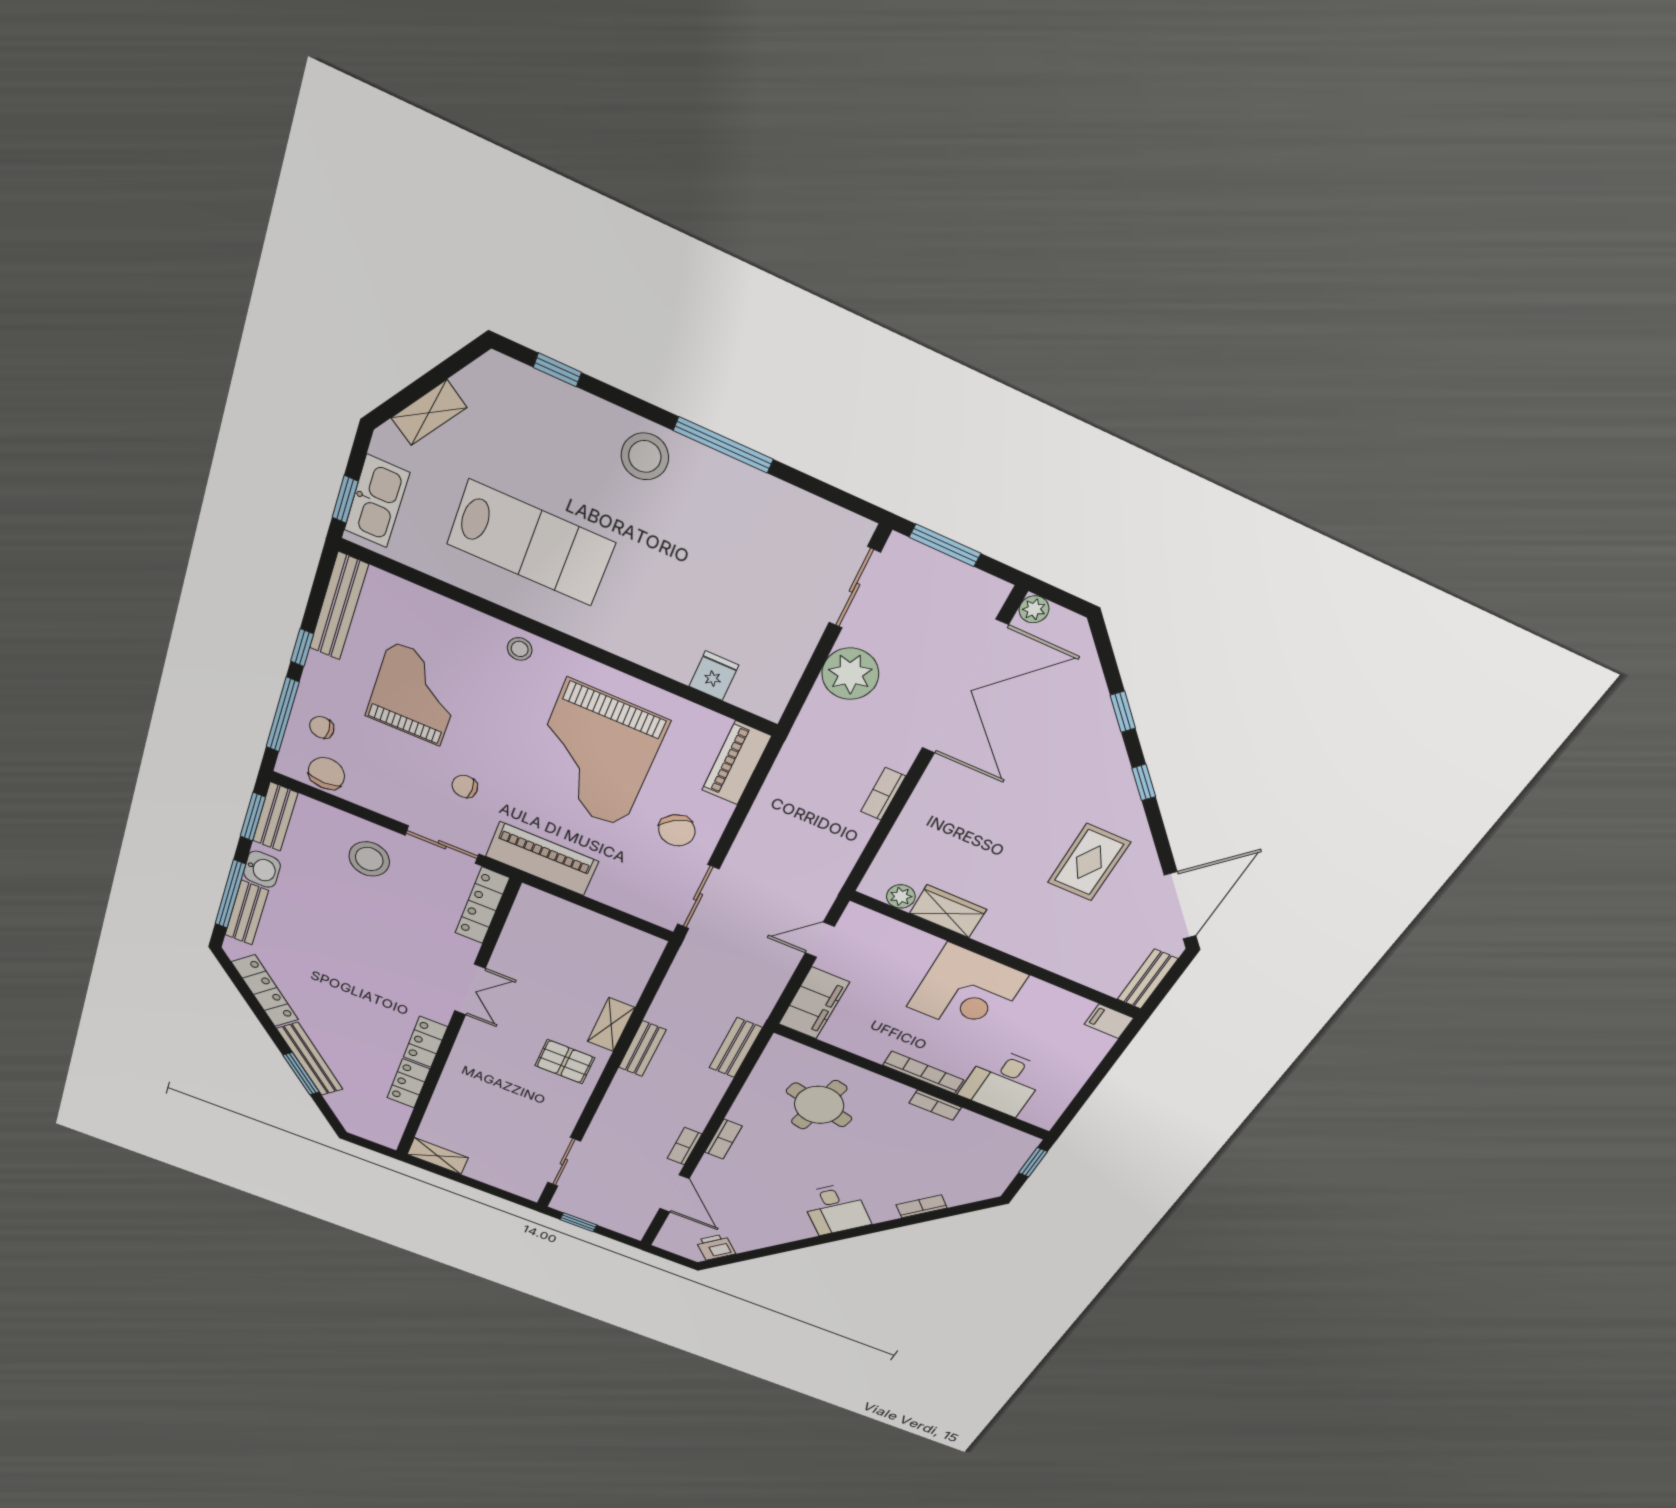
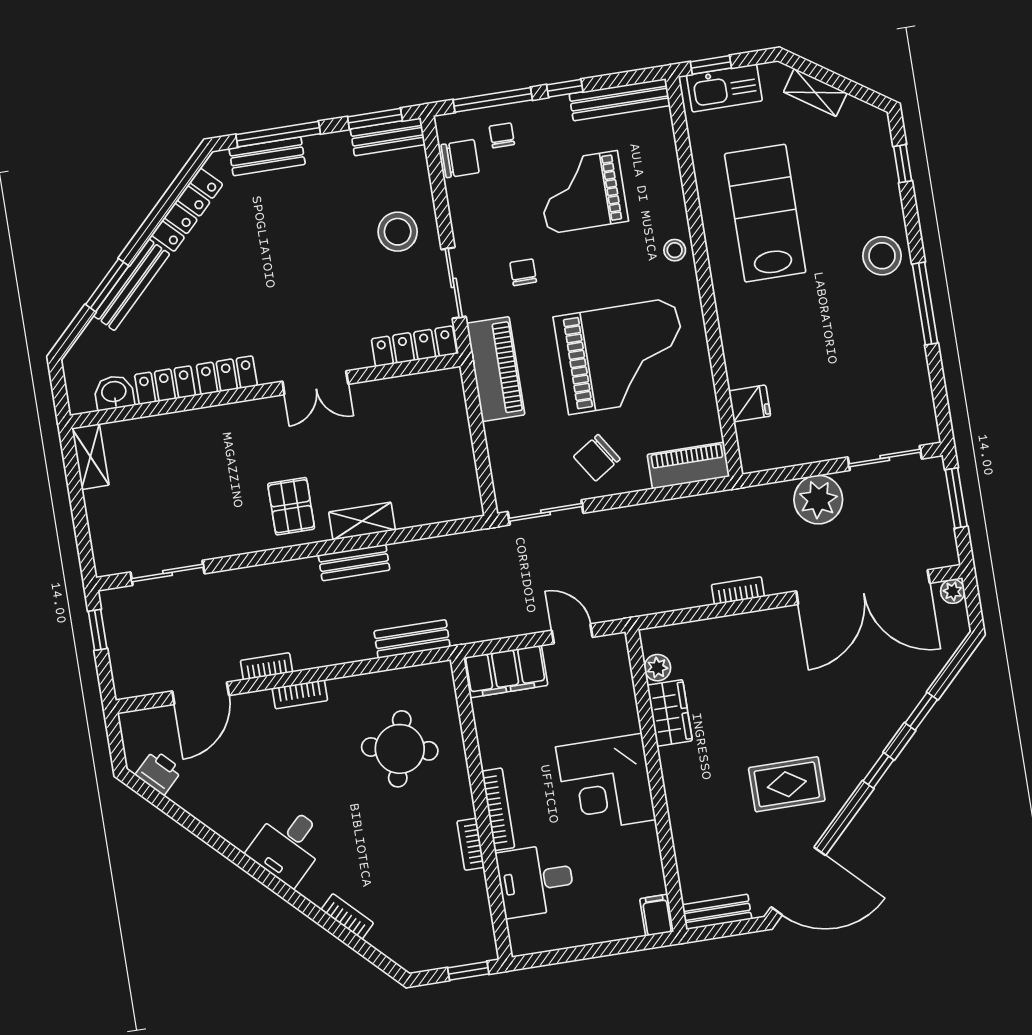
lab bench: (531, 543) -> (765, 213), turned 180
grand piano: (415, 694) -> (582, 192), turned 180
grand piano: (595, 755) -> (622, 356), turned 180
washbasin: (262, 869) -> (114, 393), moved, turned 180

